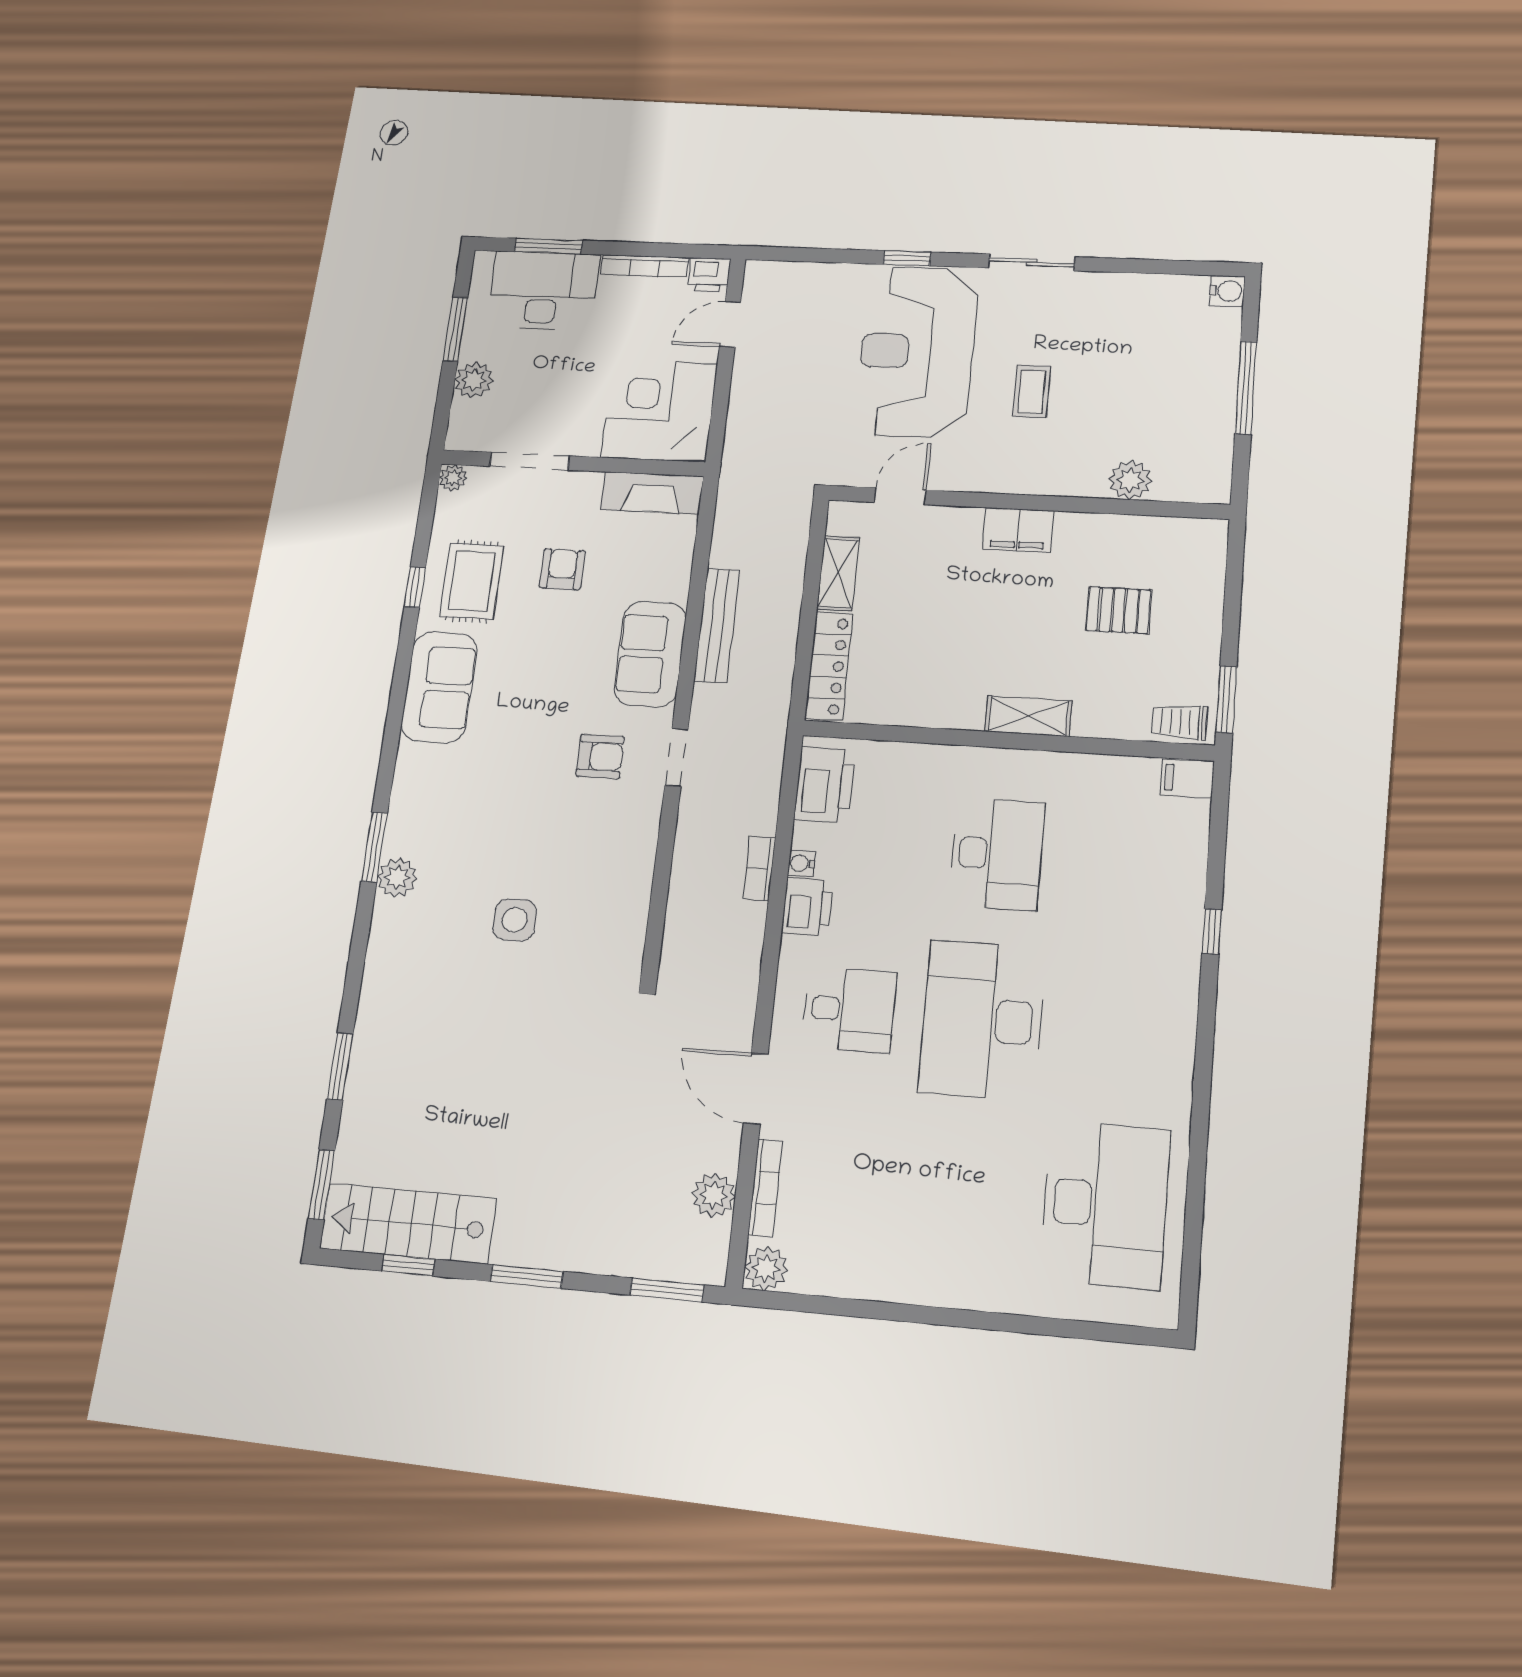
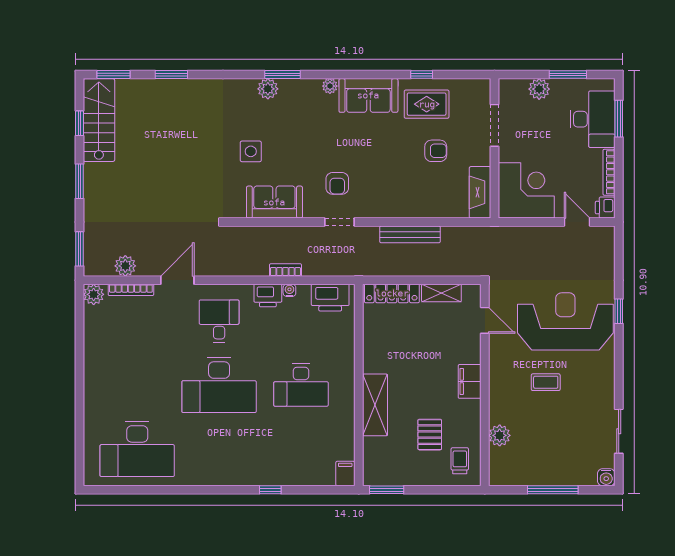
sliding door: (1032, 262) -> (619, 431), moved
plant: (453, 478) -> (330, 86), moved
sofa: (650, 654) -> (274, 202), moved
shelving: (1028, 716) -> (375, 405), width x1.50, depth x1.33
trolley: (1179, 722) -> (460, 461), moved
desk: (849, 1010) -> (219, 321), turned 180
desk: (982, 1020) -> (219, 385), turned 180

